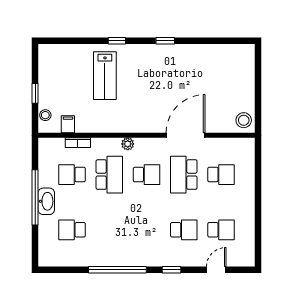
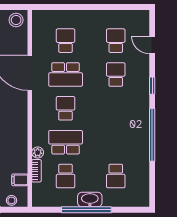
plant: (128, 144) -> (38, 153), moved

